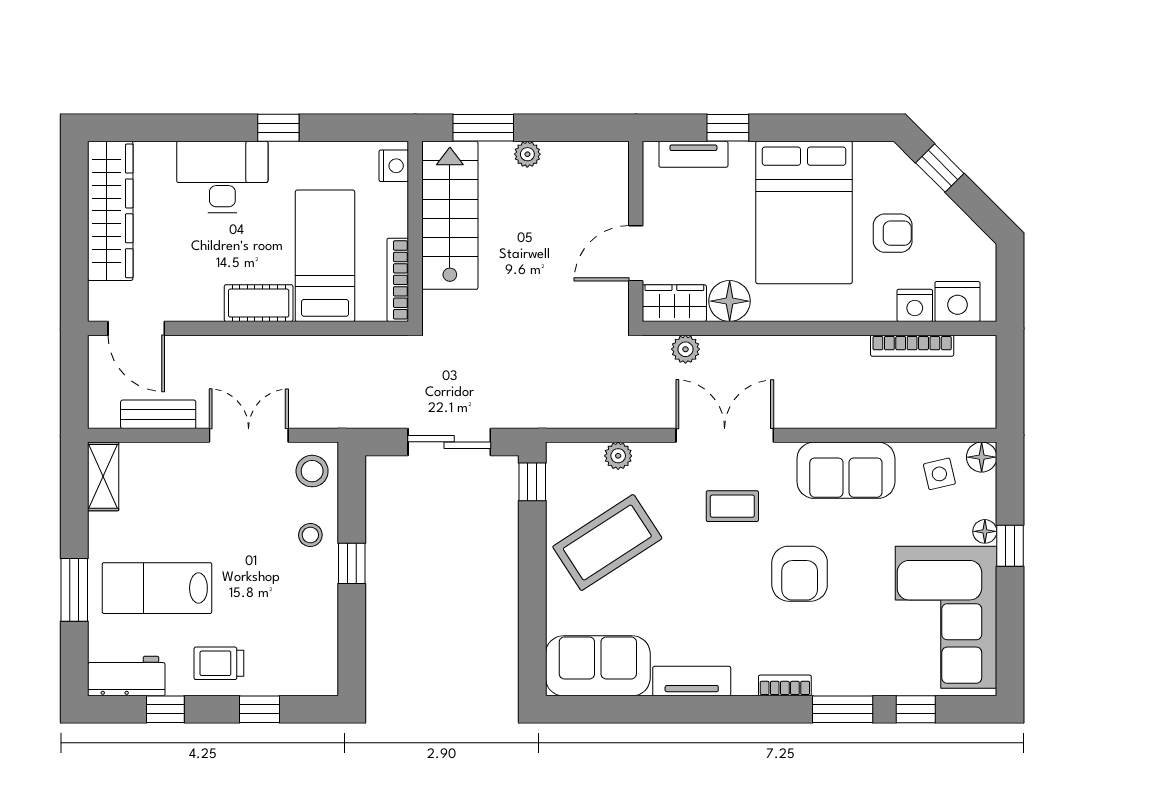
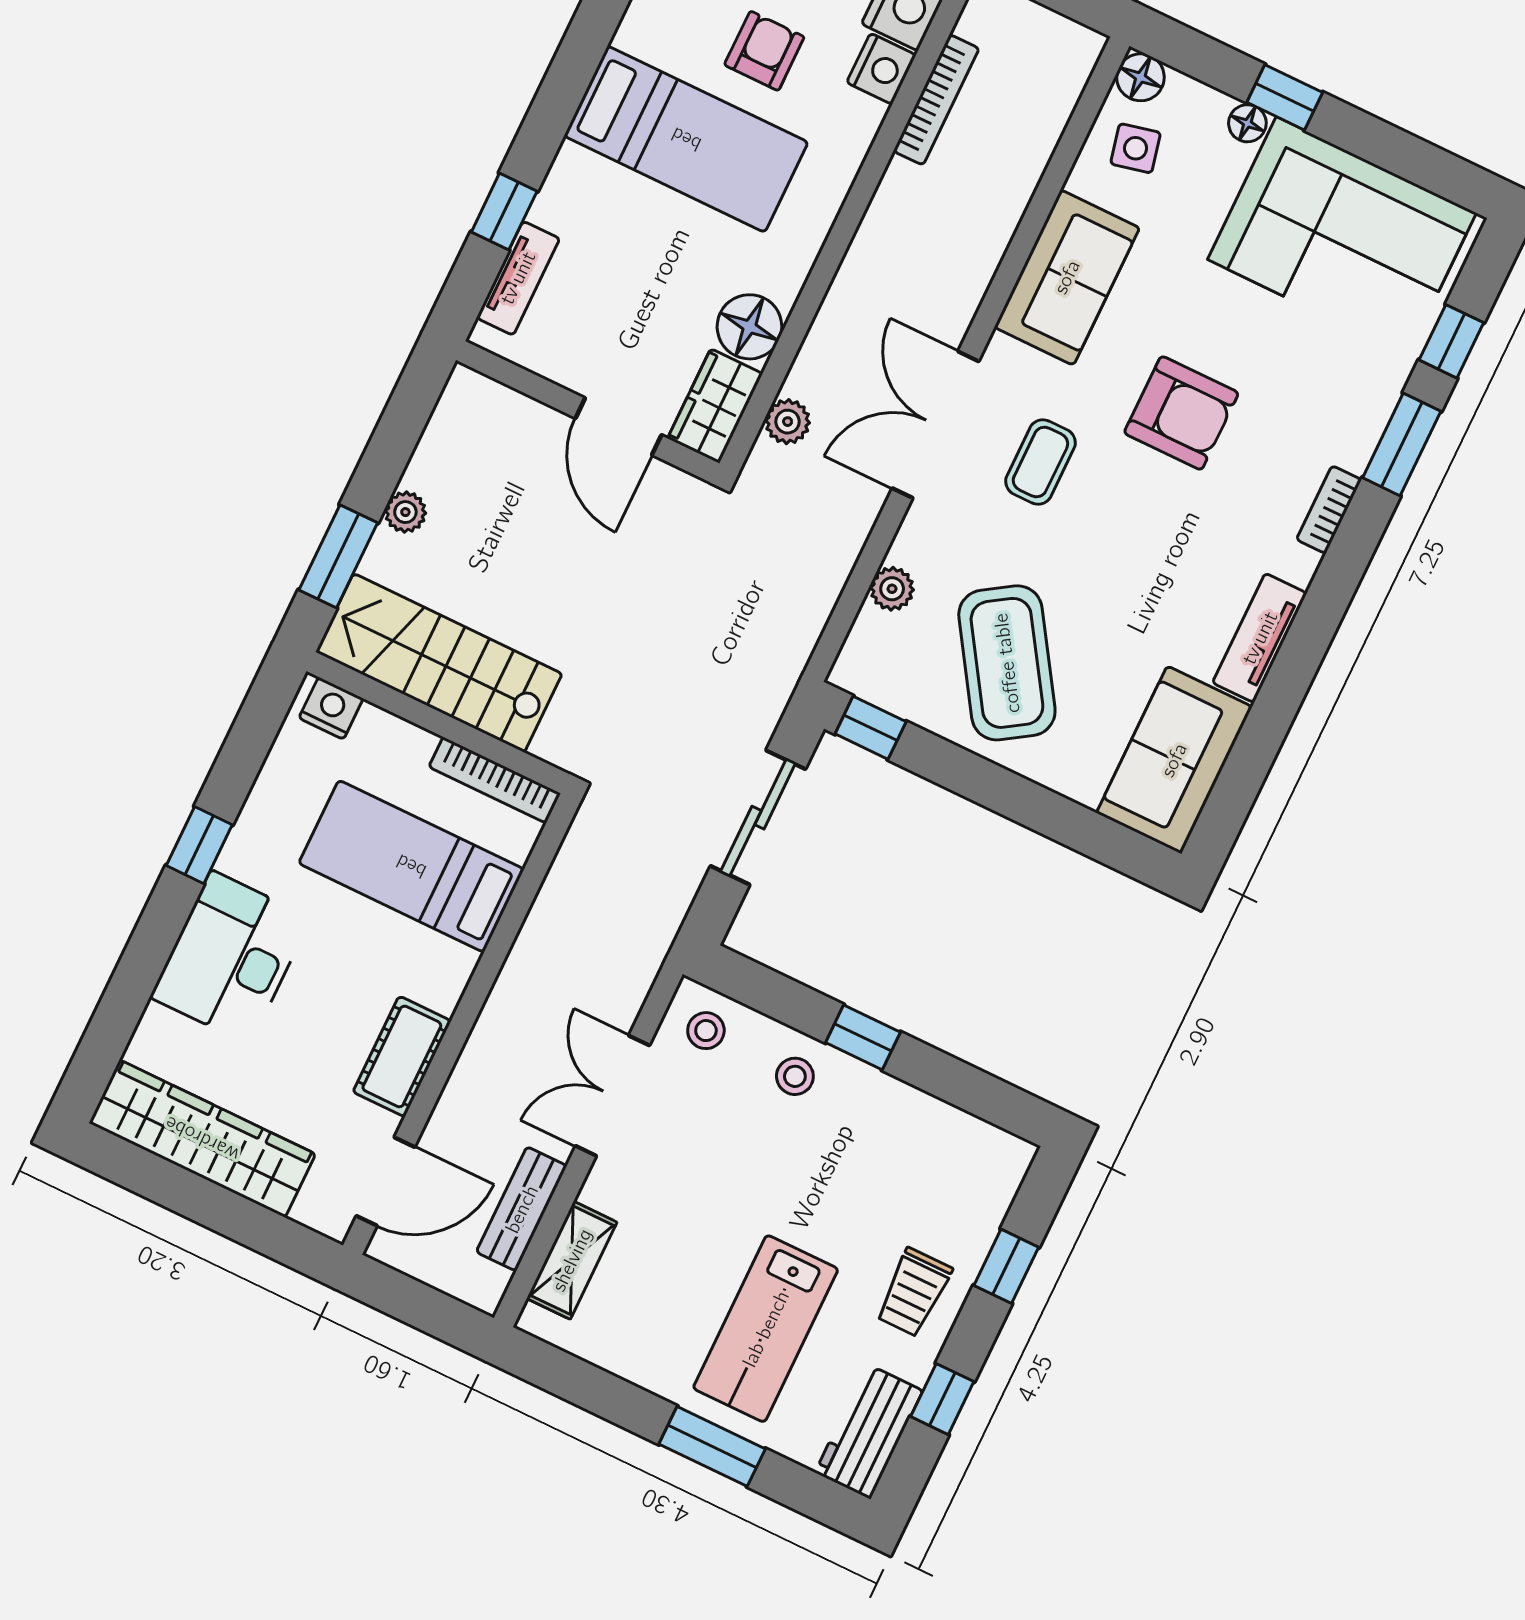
bed: (804, 212) -> (686, 139), width x0.67
cot: (259, 303) -> (402, 1056), moved
stool: (312, 471) -> (706, 1031), width x0.73, depth x0.73
shelving: (103, 476) -> (572, 1260), moved, turned 90

